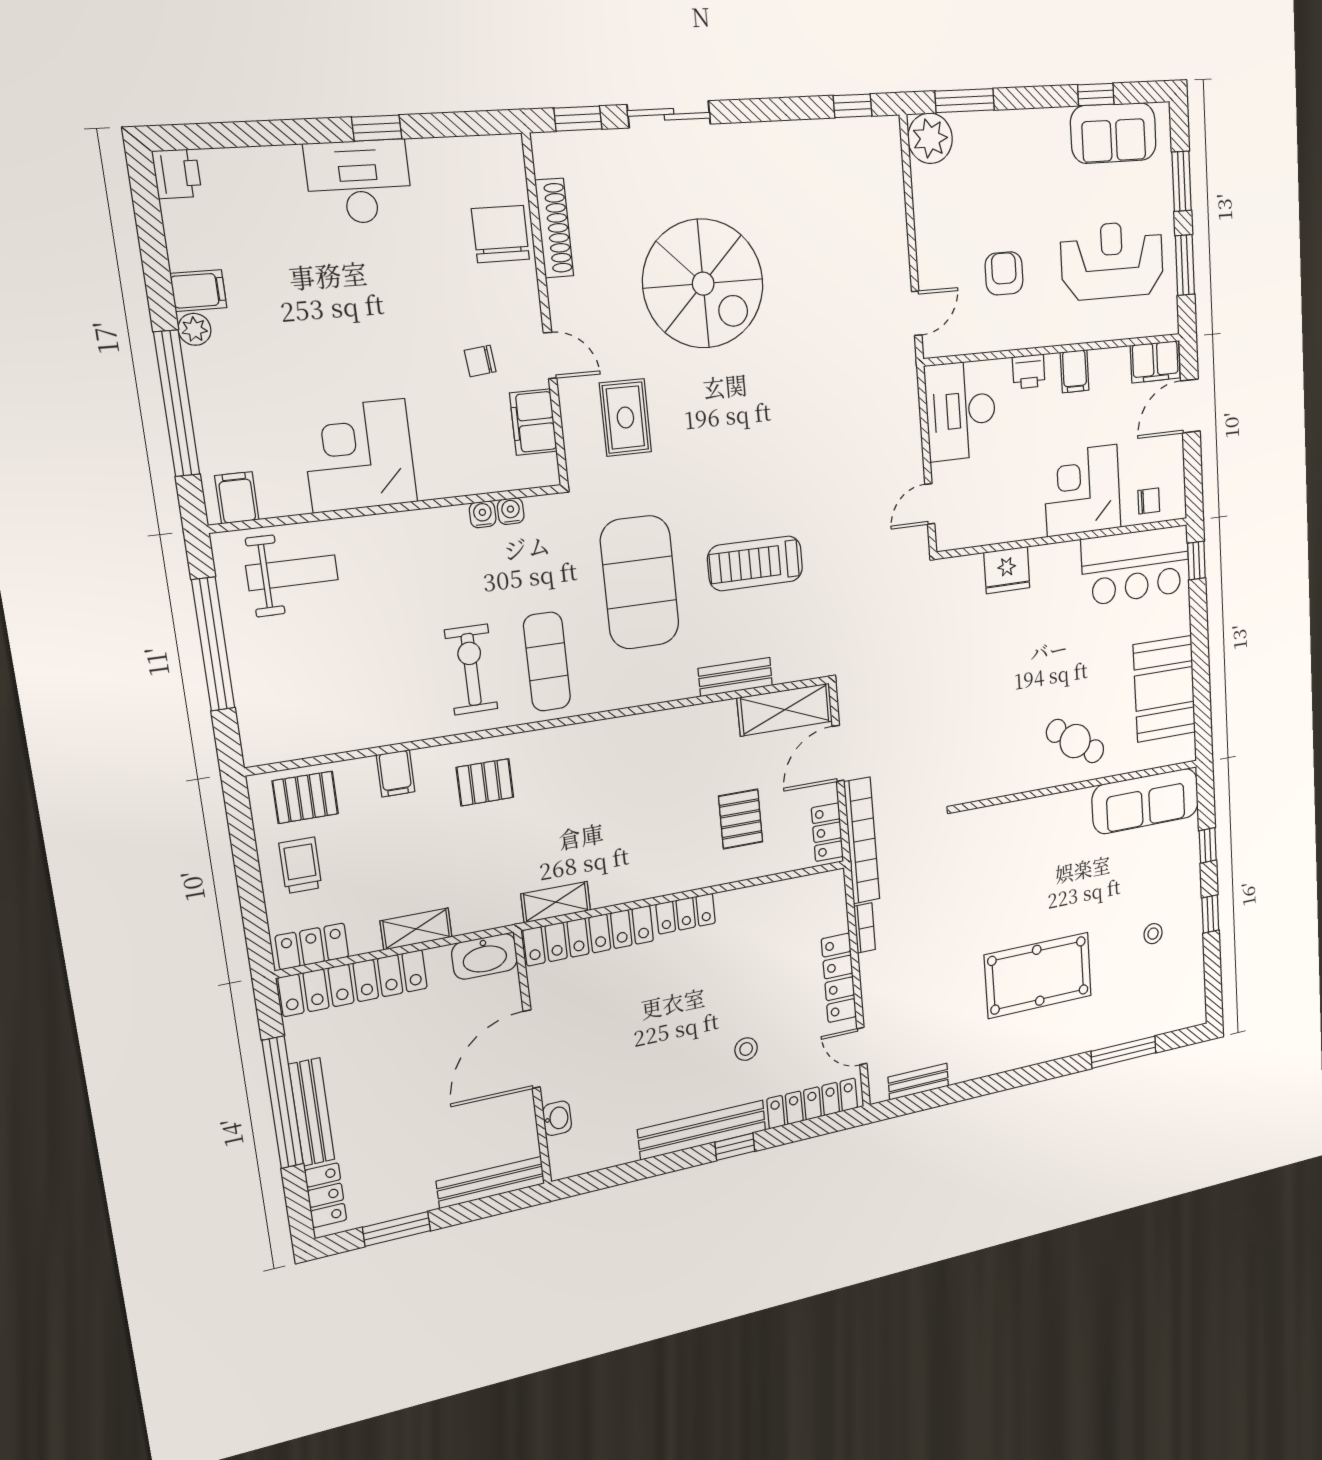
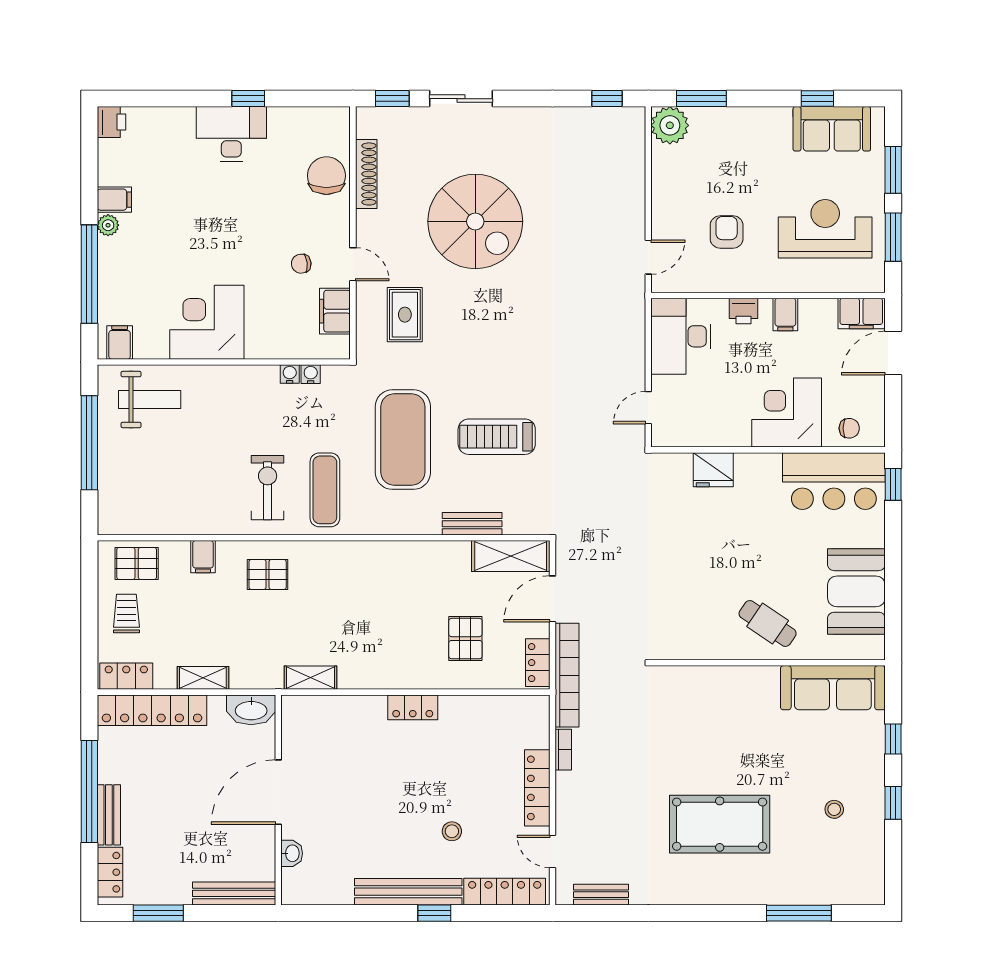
locker: (589, 935) -> (333, 710), removed
bench: (312, 1112) -> (109, 815), width x0.73

